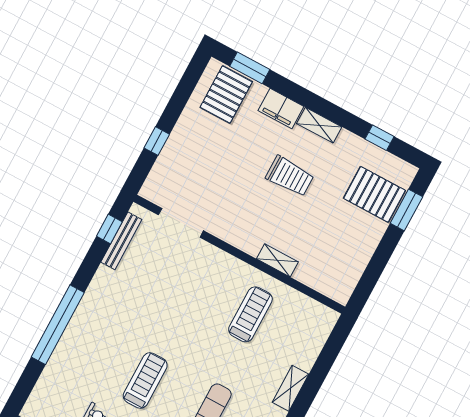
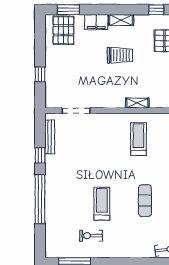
window: (109, 229) -> (40, 155), moved

